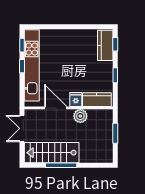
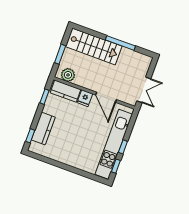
kitchen counter: (105, 45) -> (43, 128), moved
window: (115, 75) -> (44, 97), moved
plant: (80, 116) -> (68, 75), moved
stairs: (52, 153) -> (94, 46), moved

